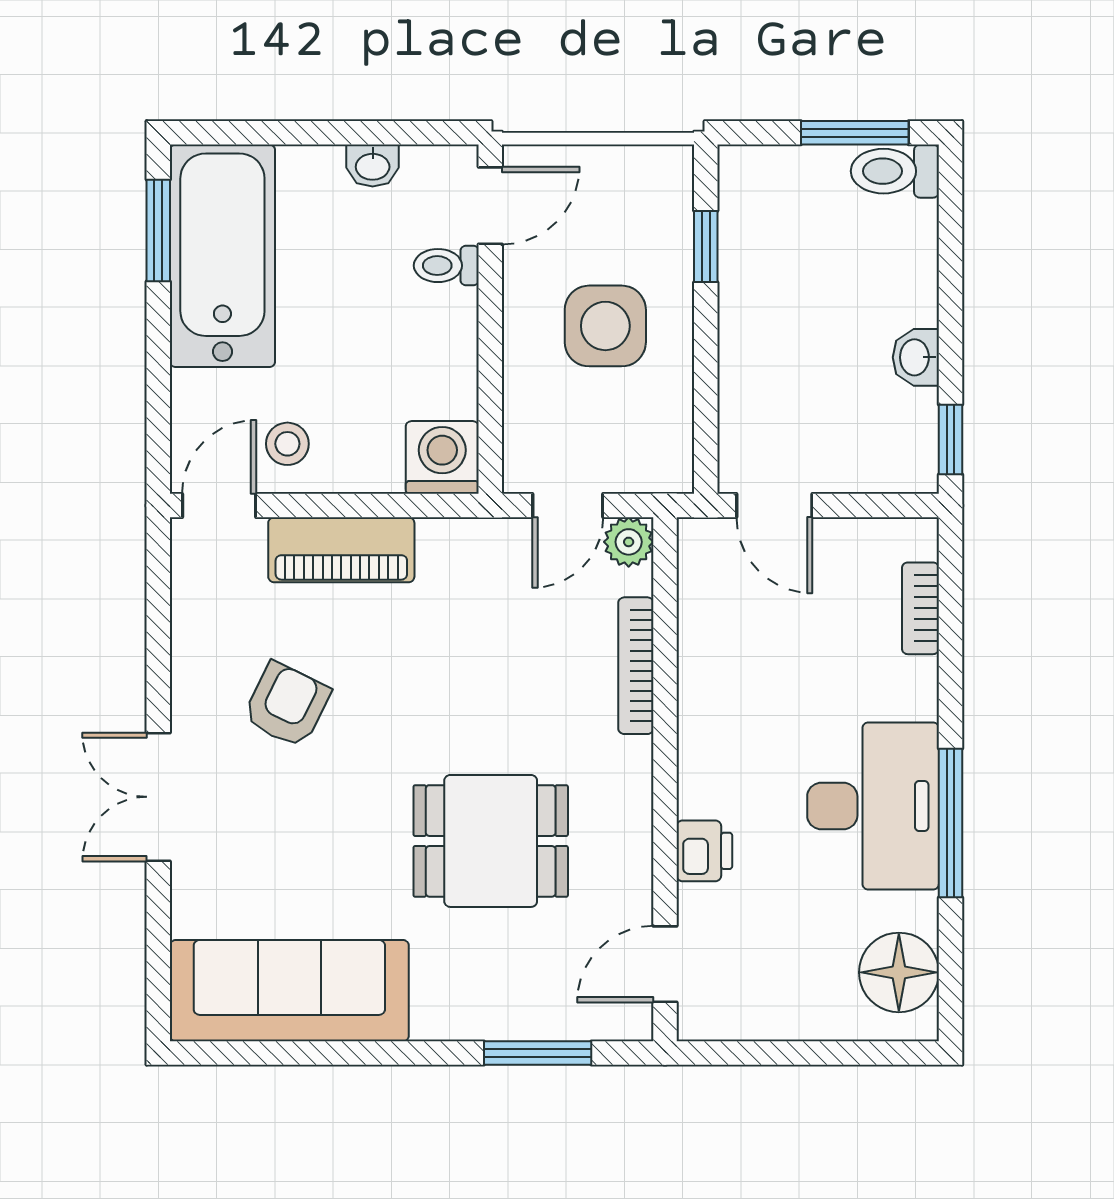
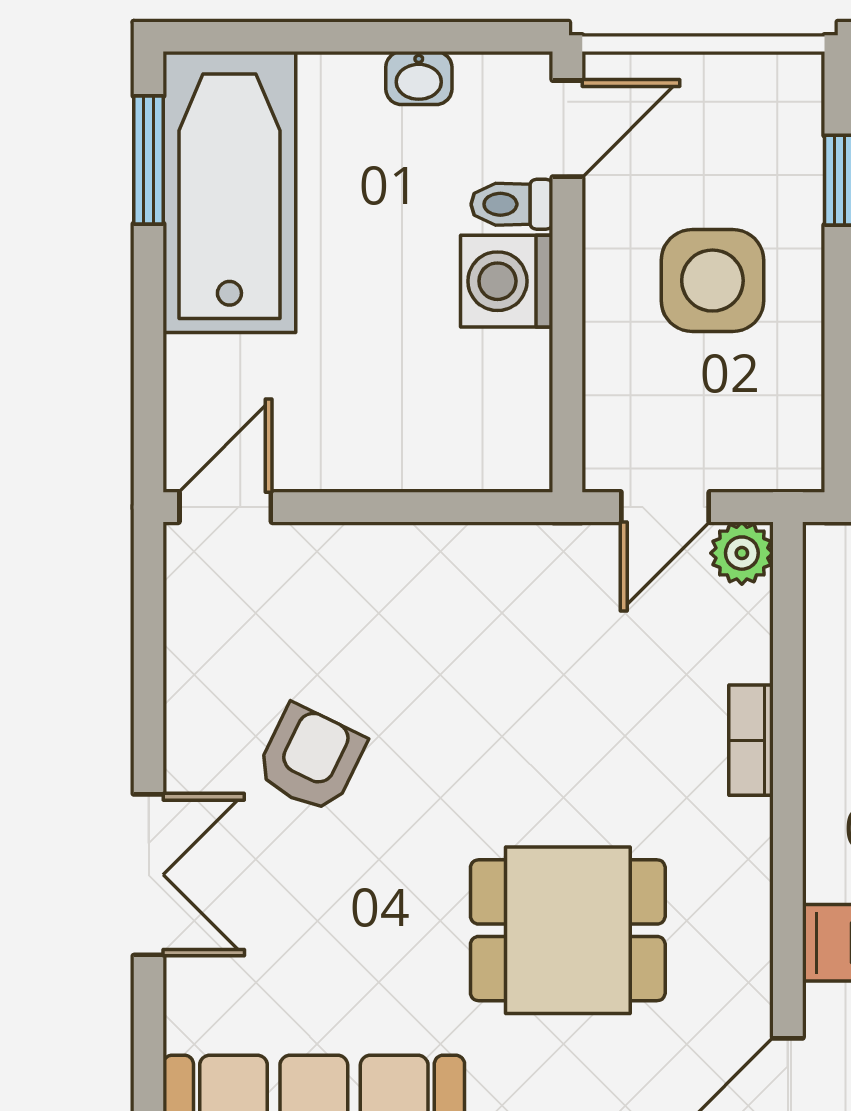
stool: (287, 444) -> (311, 429), removed
washing machine: (442, 457) -> (507, 281), moved, turned -90
piano: (341, 550) -> (379, 563), removed
bookcase: (636, 666) -> (751, 740), width x0.64
double door: (158, 797) -> (149, 875), swing flipped

